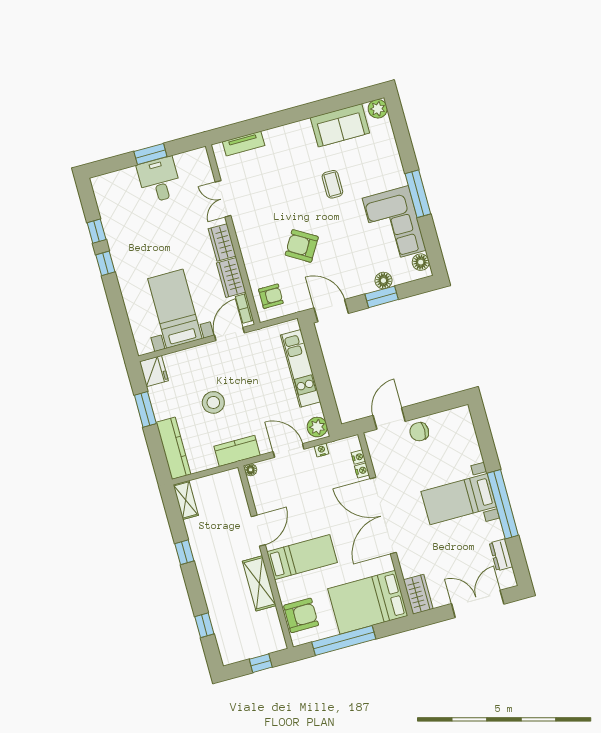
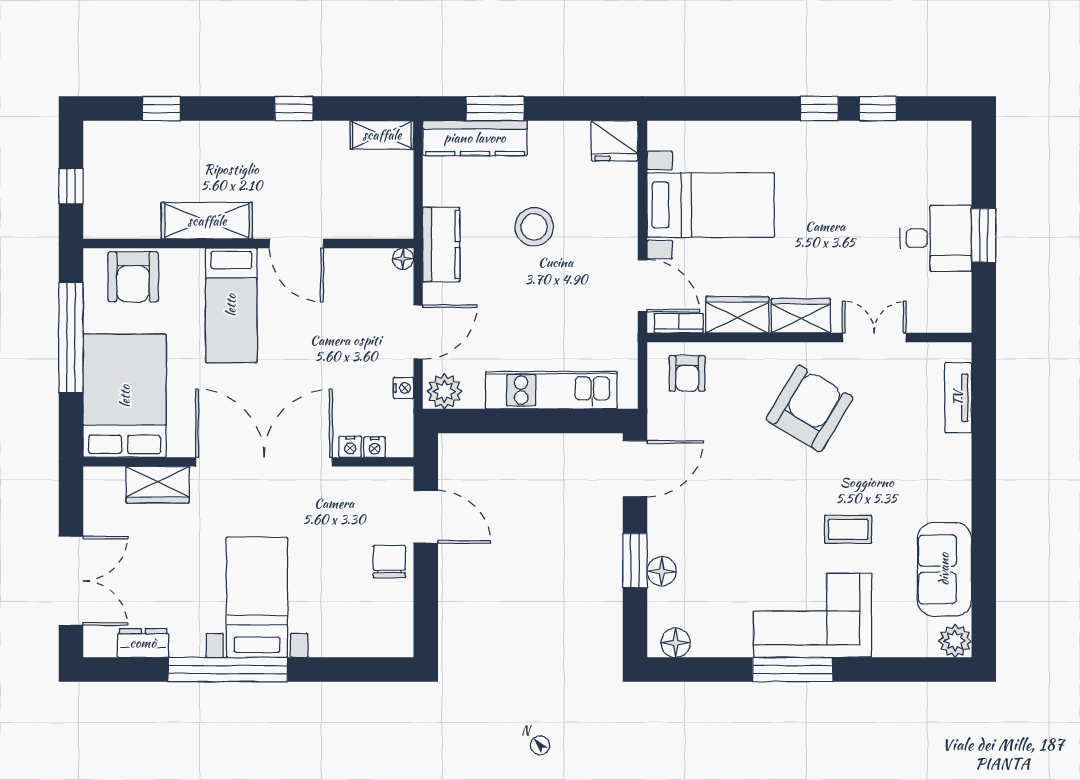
corner sofa: (394, 224) -> (813, 615), moved
armchair: (302, 246) -> (810, 408), moved, width x1.36, depth x1.36
window: (145, 409) -> (495, 109), moved
wardrobe: (418, 594) -> (158, 485), moved

